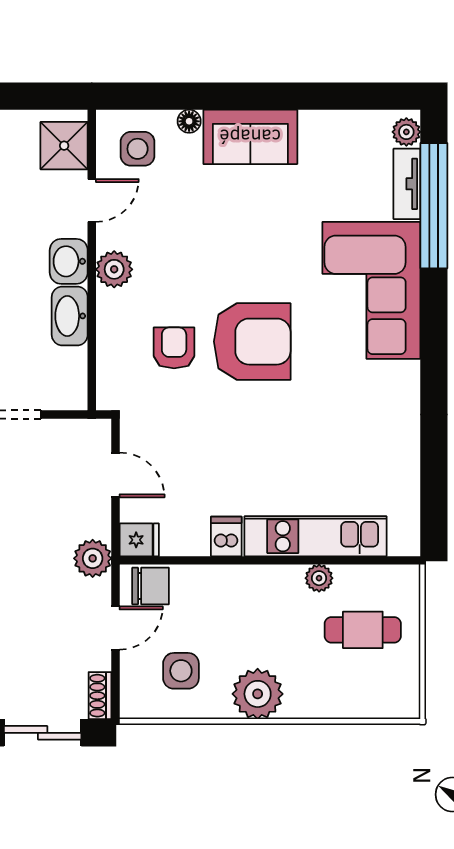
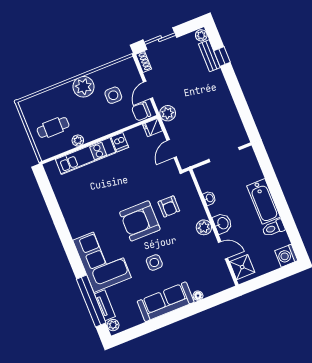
sofa: (250, 137) -> (166, 302), width x1.36
side table: (138, 149) -> (154, 262), moved
door: (92, 200) -> (223, 250), swing flipped
washbasin: (70, 316) -> (209, 198), width x0.52, depth x0.69
door: (116, 475) -> (172, 149), hinge flipped
side table: (181, 671) -> (113, 95), moved

